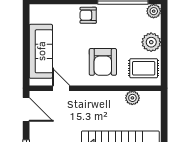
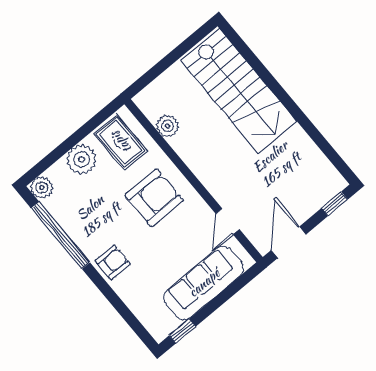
armchair: (88, 15) -> (113, 262), turned -90
window: (26, 21) -> (182, 331), added

